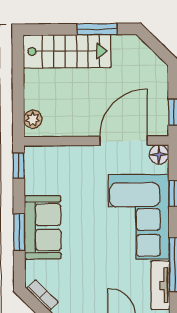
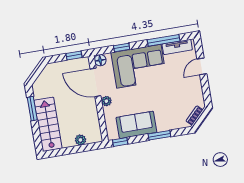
plant: (33, 119) -> (80, 140), moved
plant: (90, 154) -> (106, 101), added
sofa: (43, 227) -> (136, 125), moved

